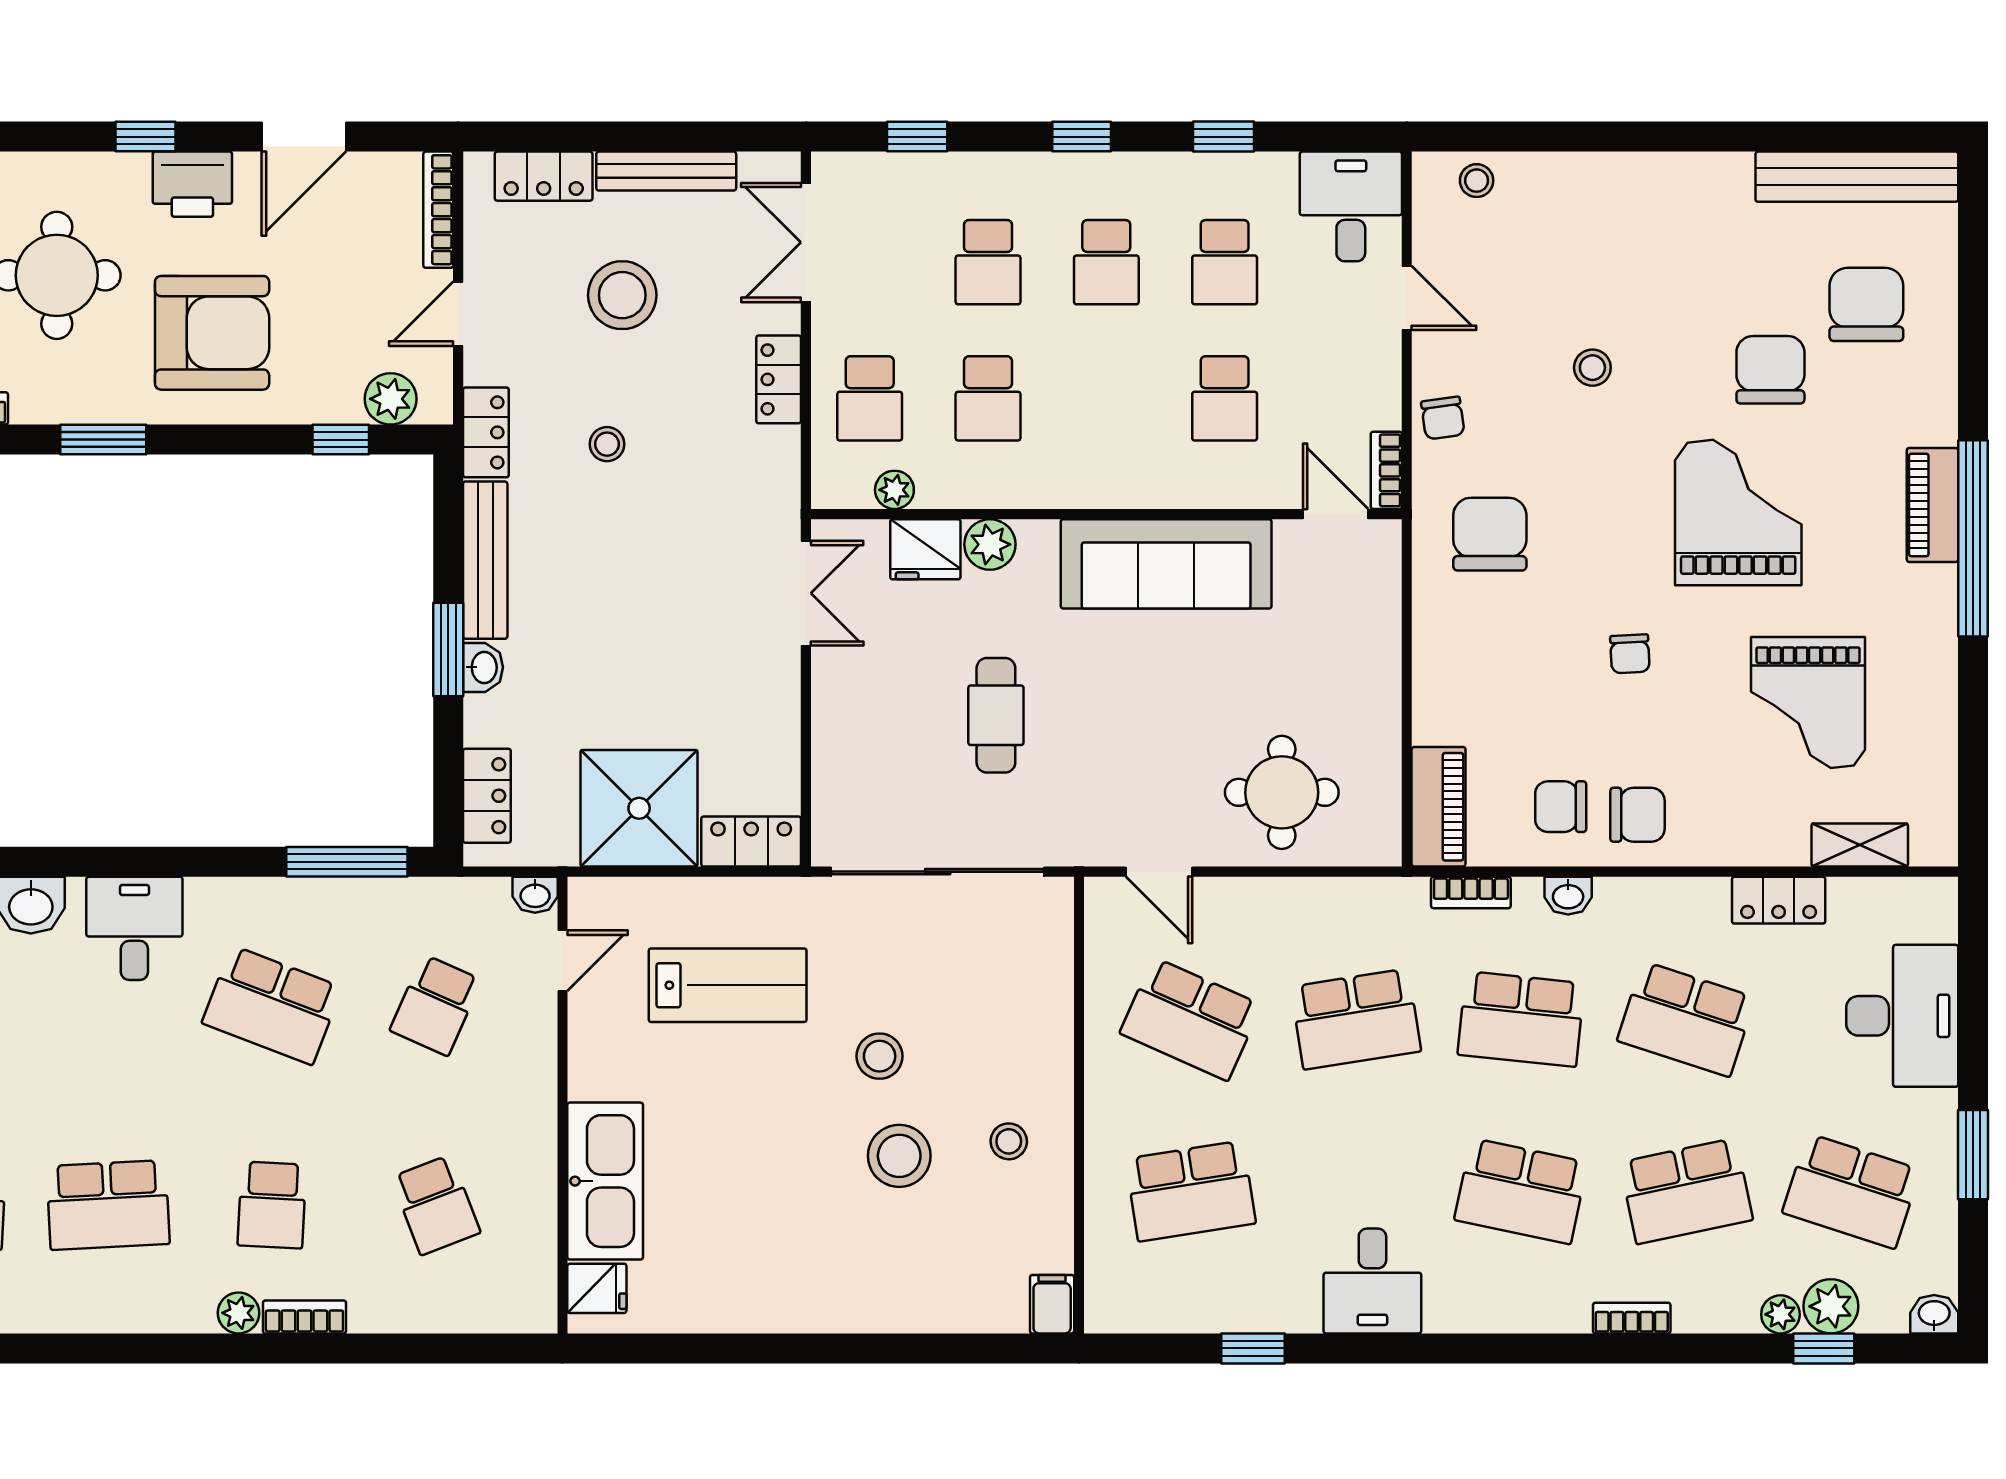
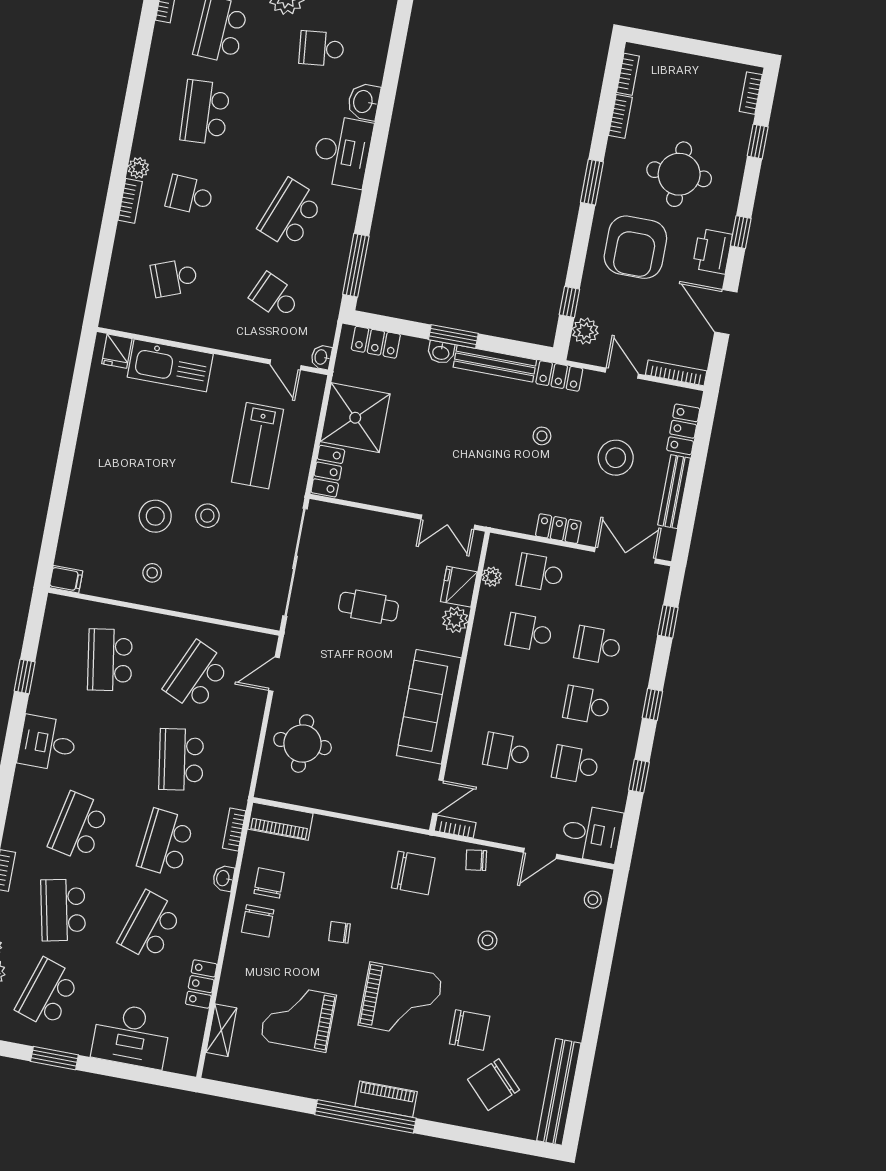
chair: (1866, 304) -> (494, 1085), turned 136
desk: (134, 928) -> (342, 152), width x1.37

